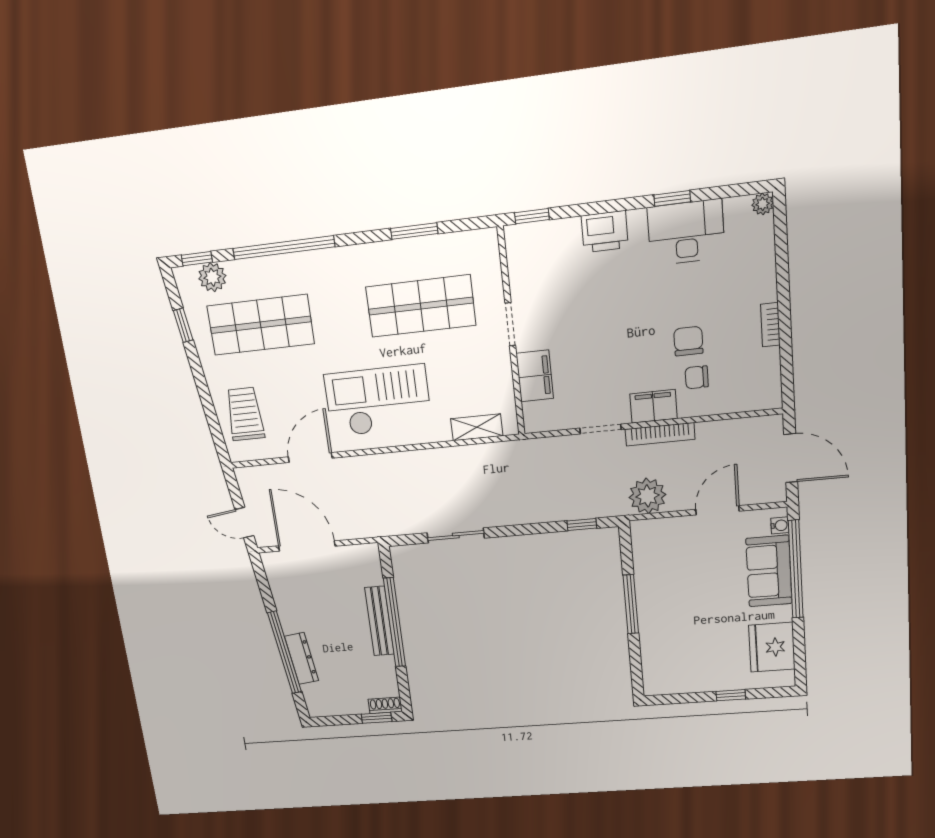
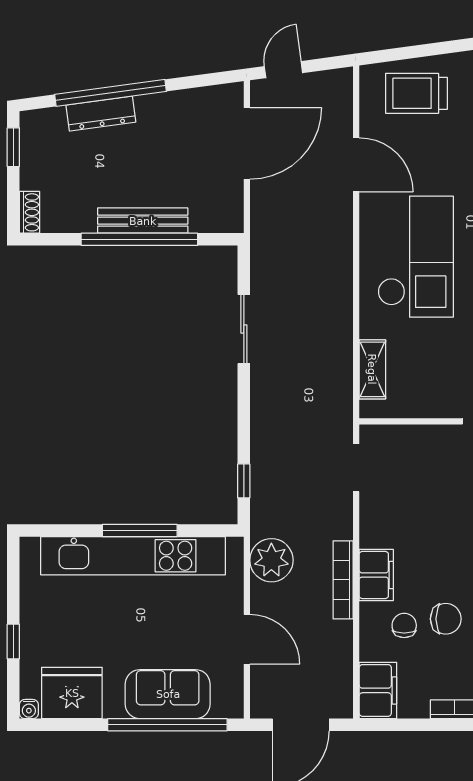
filing cabinet: (535, 376) -> (378, 690), moved, turned -90
trolley: (245, 414) -> (416, 93), turned 180
doorway: (601, 429) -> (356, 468), moved
water cooler: (780, 525) -> (29, 709), moved
kitchen unit: (652, 608) -> (133, 556), added
window: (377, 718) -> (13, 147), moved

